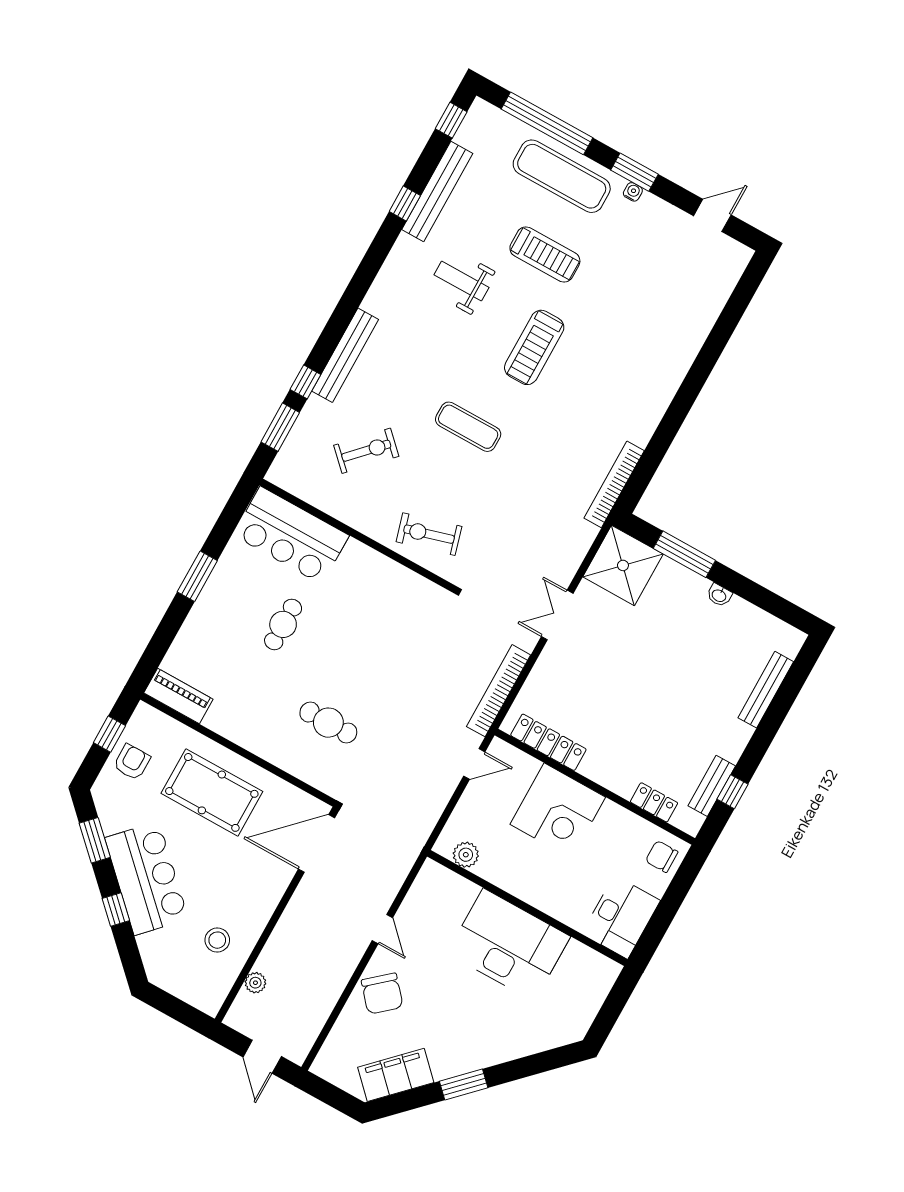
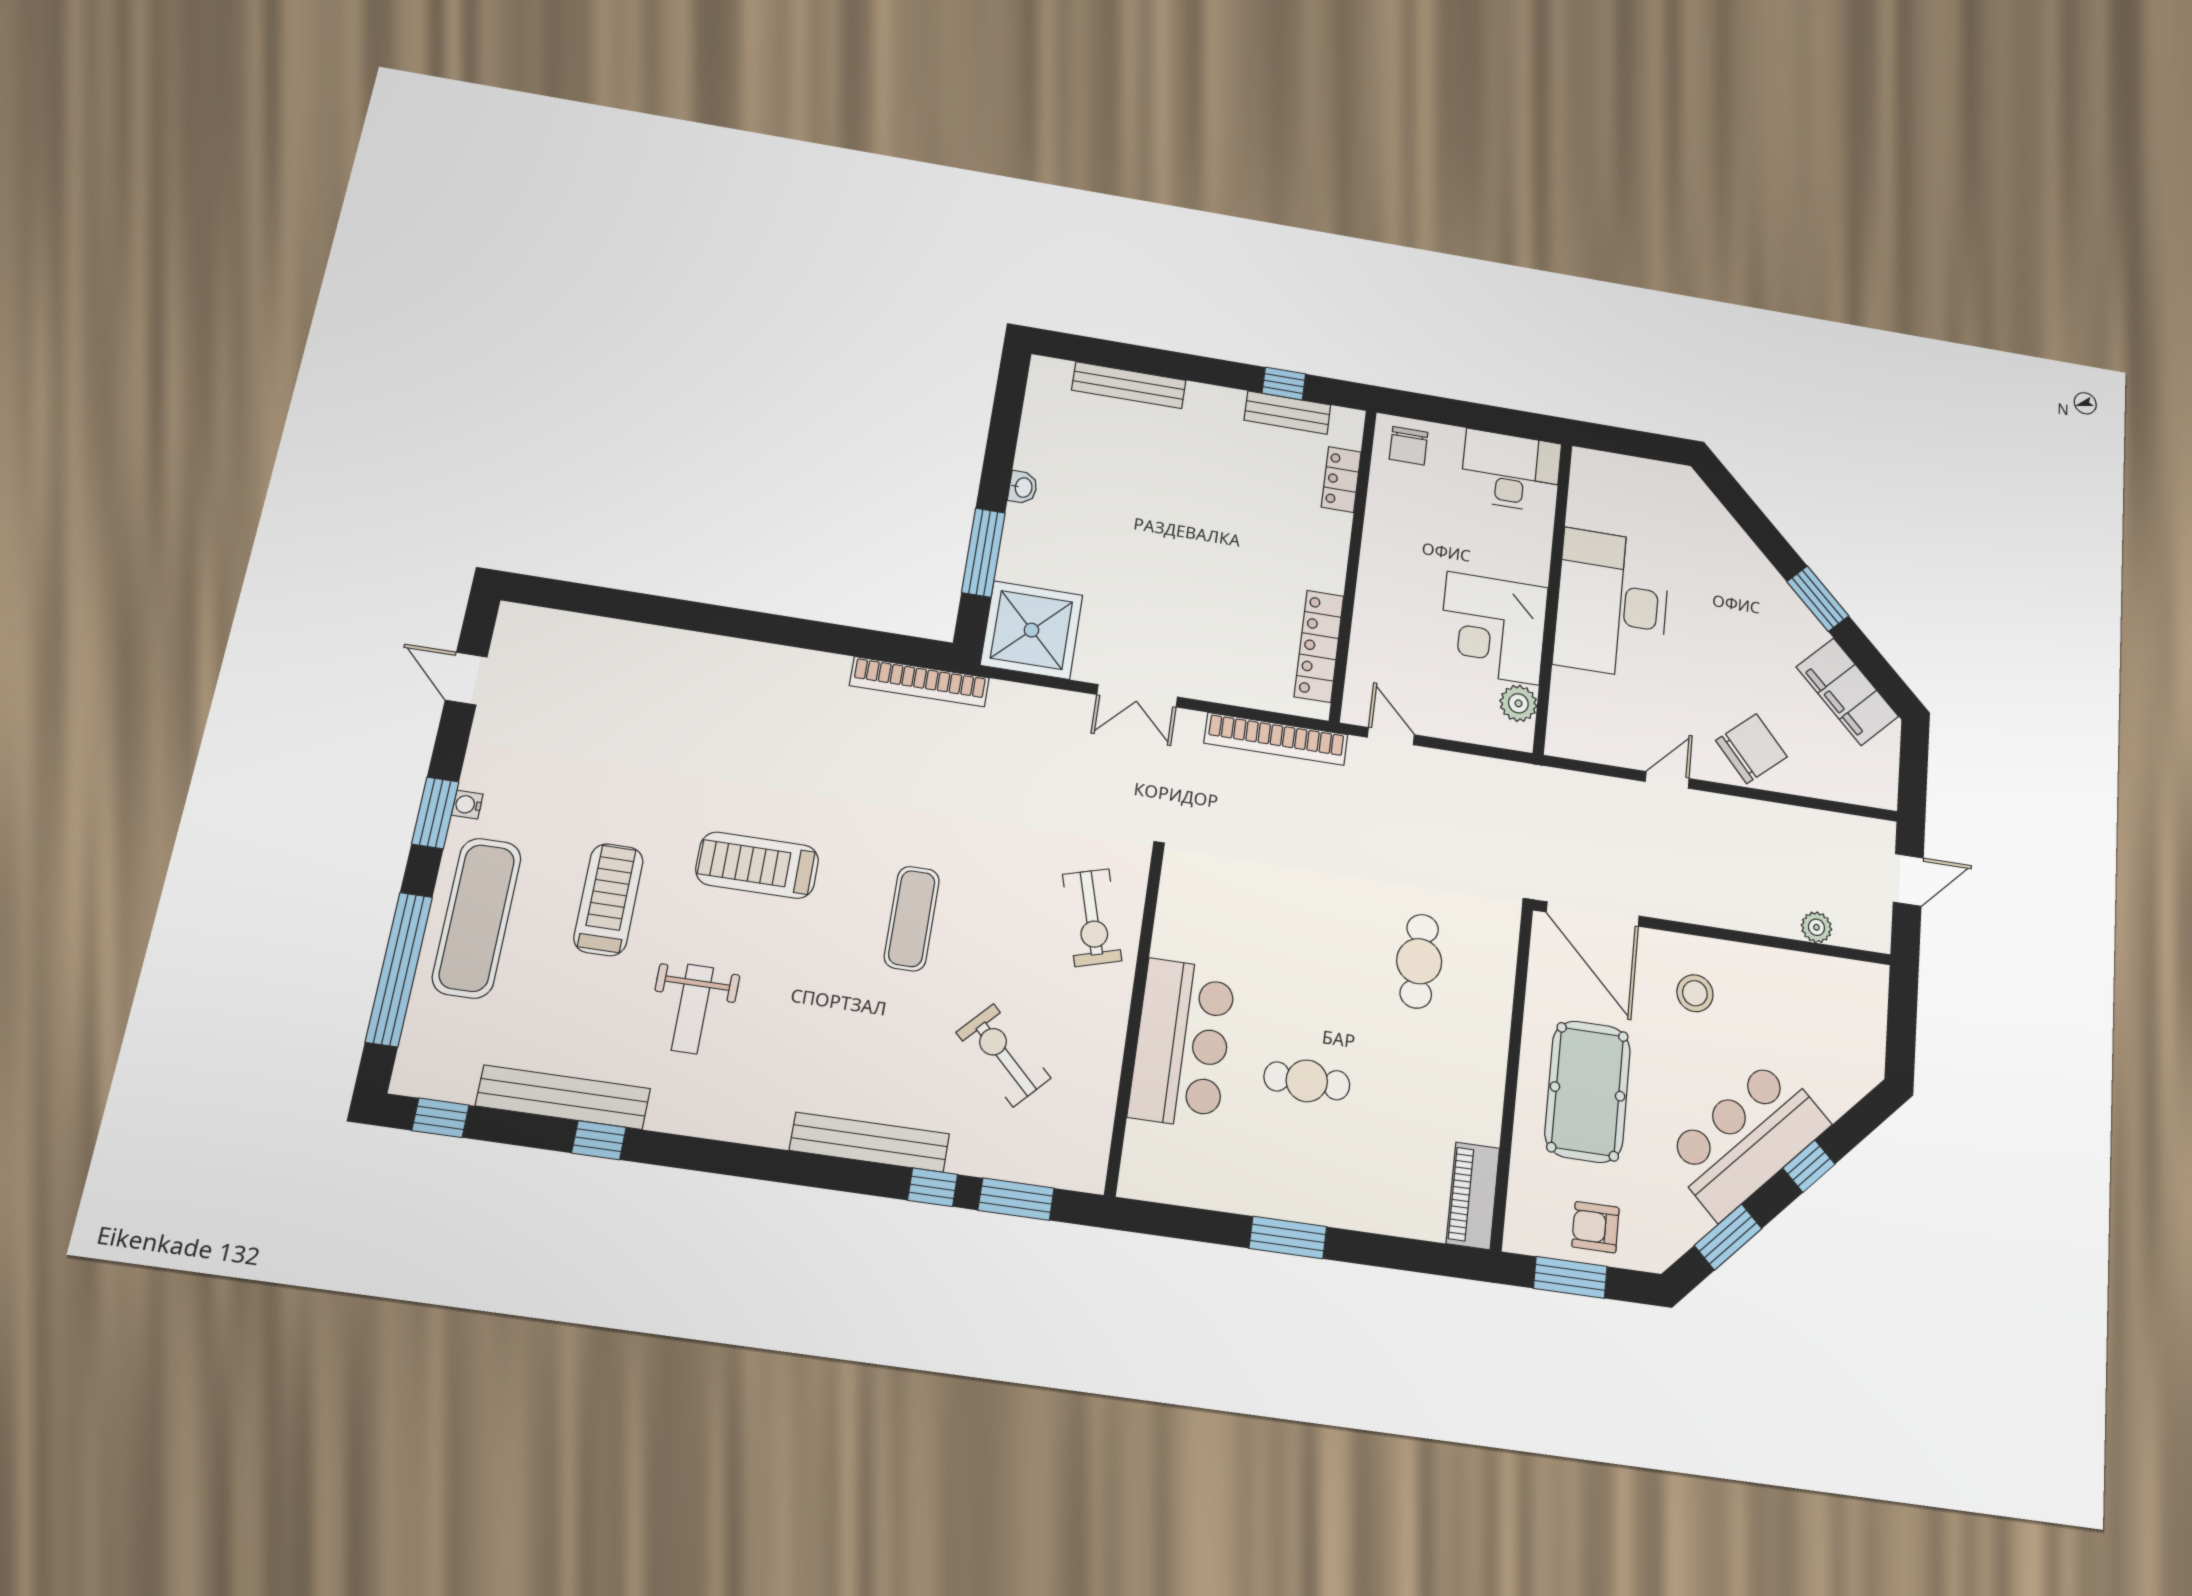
treadmill: (534, 347) -> (757, 865), turned 180
bar counter: (291, 535) -> (1182, 1043), moved
window: (109, 734) -> (1570, 1277), width x1.50
corner desk: (558, 811) -> (1493, 628), moved, turned 180
stool: (217, 940) -> (1695, 993), moved

